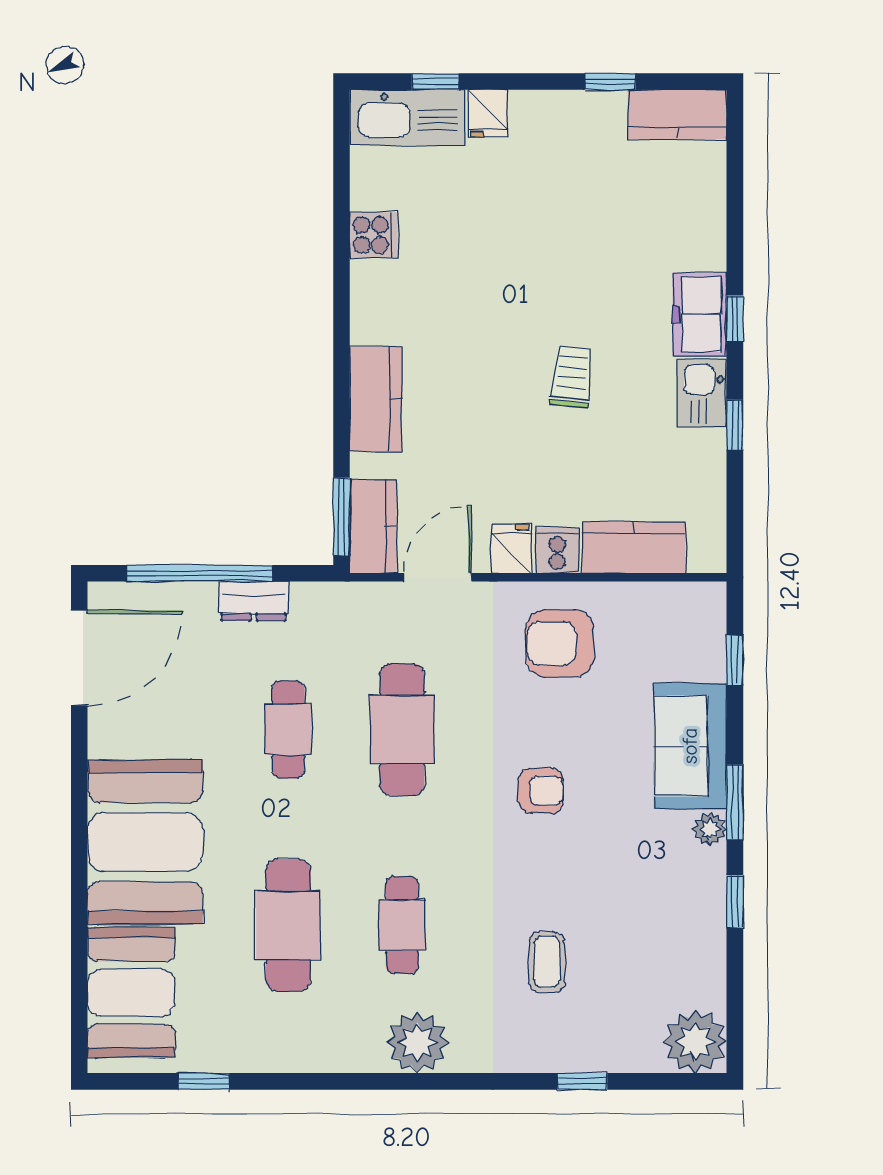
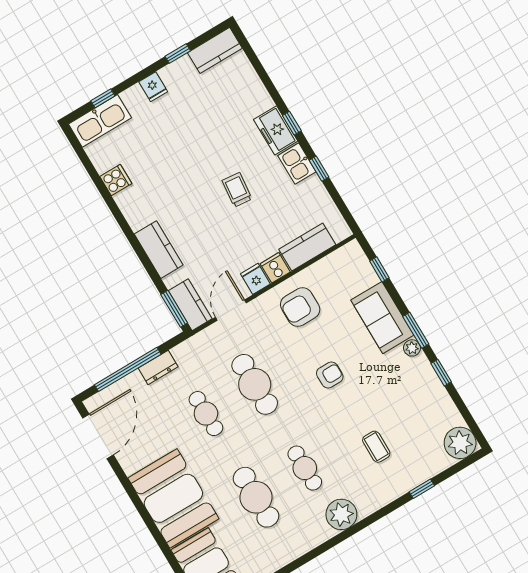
fridge: (488, 113) -> (153, 87), moved

